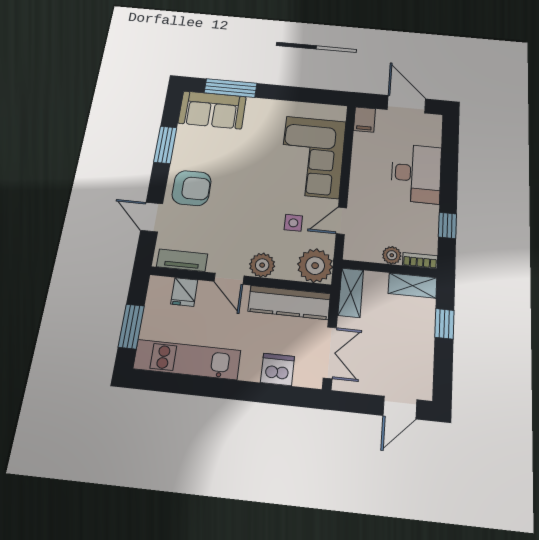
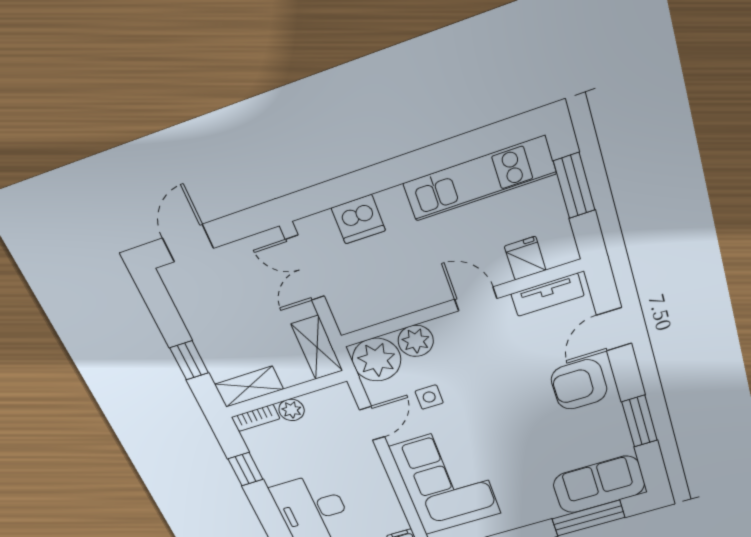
door: (152, 217) -> (614, 329), swing flipped
plant: (262, 265) -> (416, 341), moved
kitchen counter: (289, 302) -> (385, 304), removed

